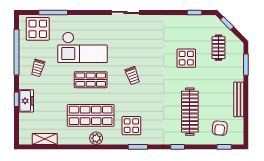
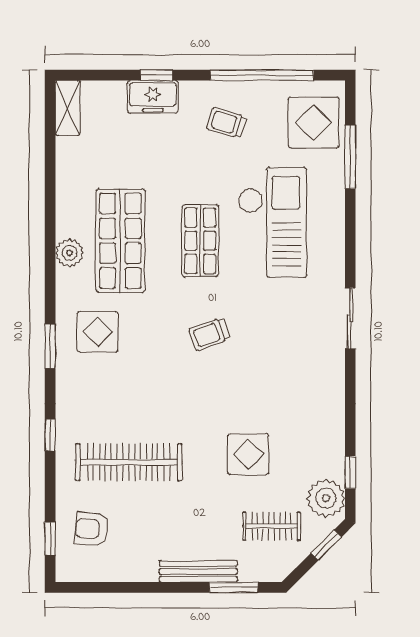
plant: (206, 23) -> (326, 498), added
checkout: (82, 47) -> (272, 222), turned 180
bench: (239, 99) -> (198, 571), moved
shelving: (45, 139) -> (68, 108), moved

